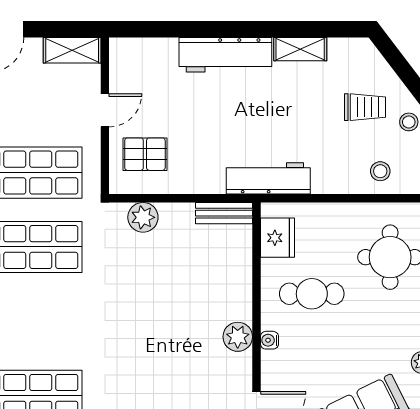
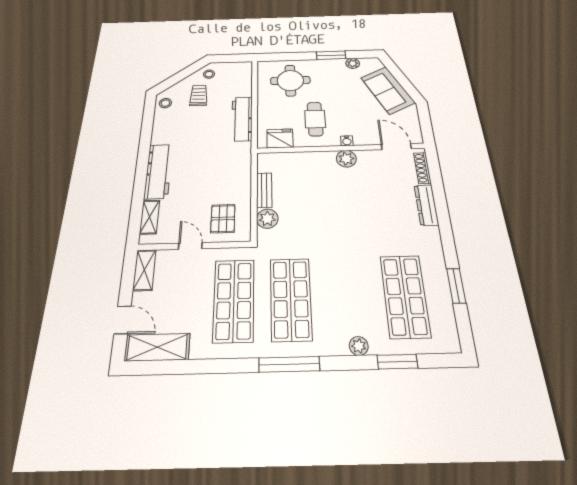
shelving: (300, 49) -> (150, 217), moved
stool: (380, 171) -> (165, 103), moved
workbench: (268, 178) -> (242, 119), moved
bench: (224, 213) -> (264, 190), moved

